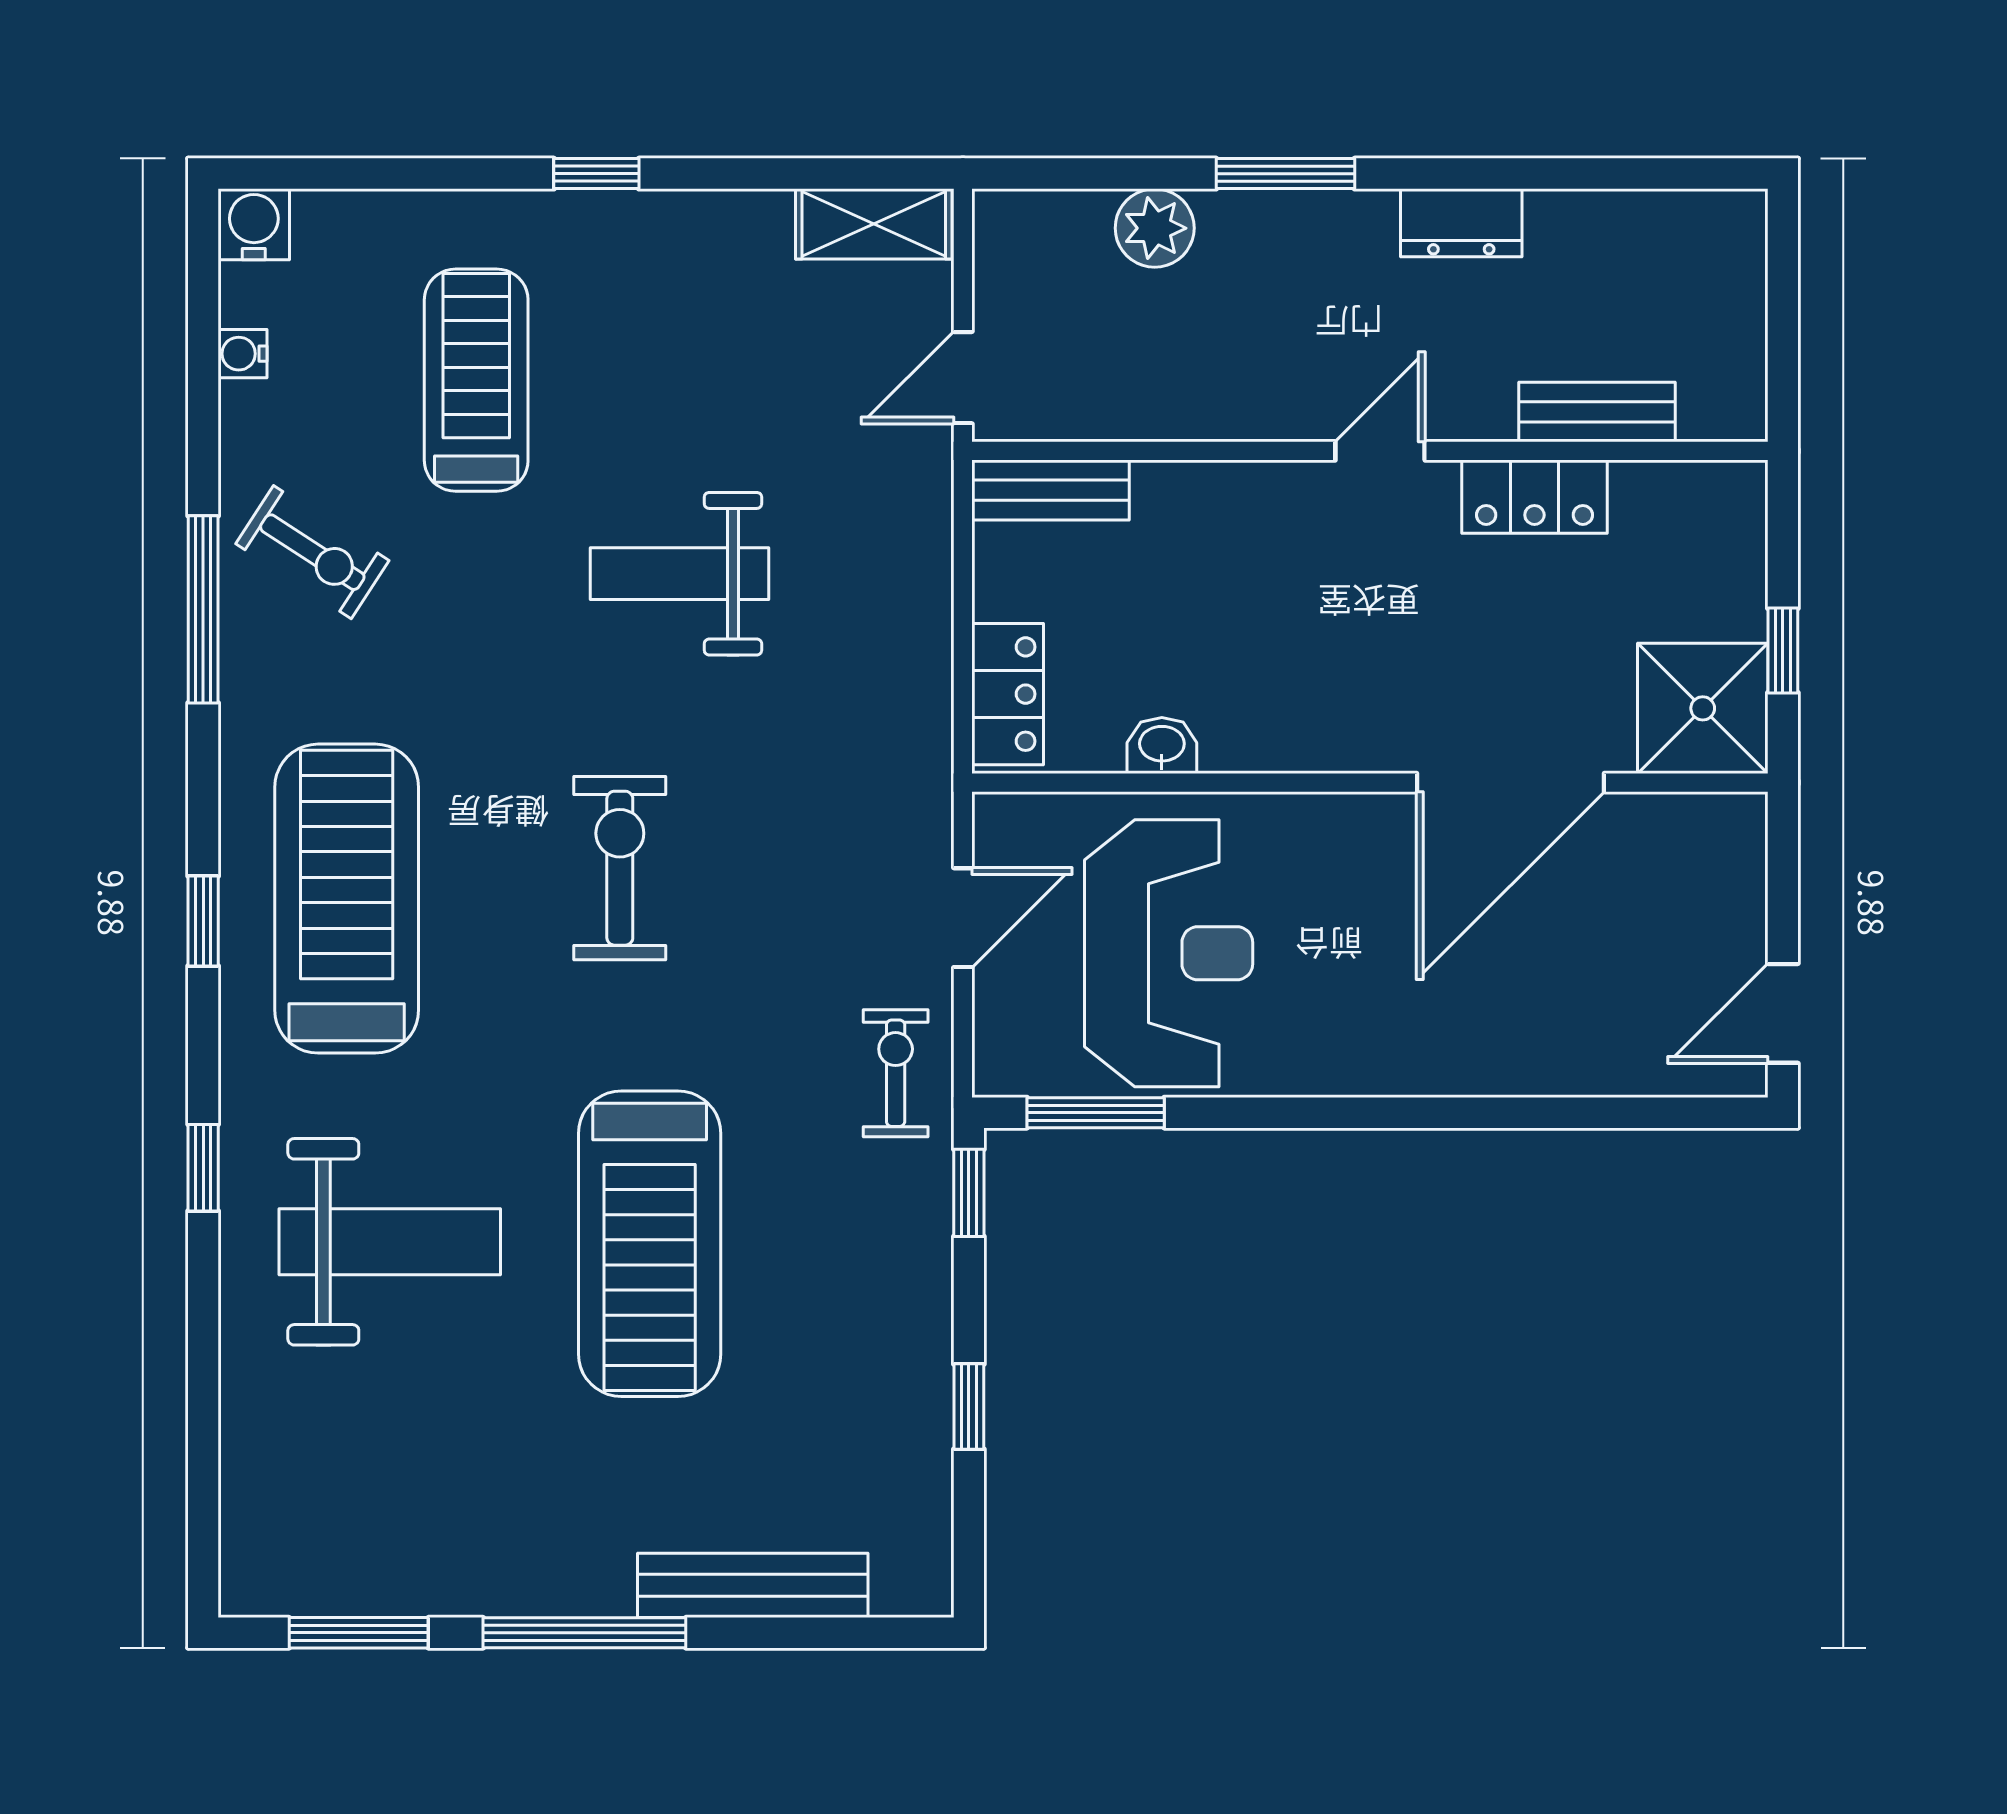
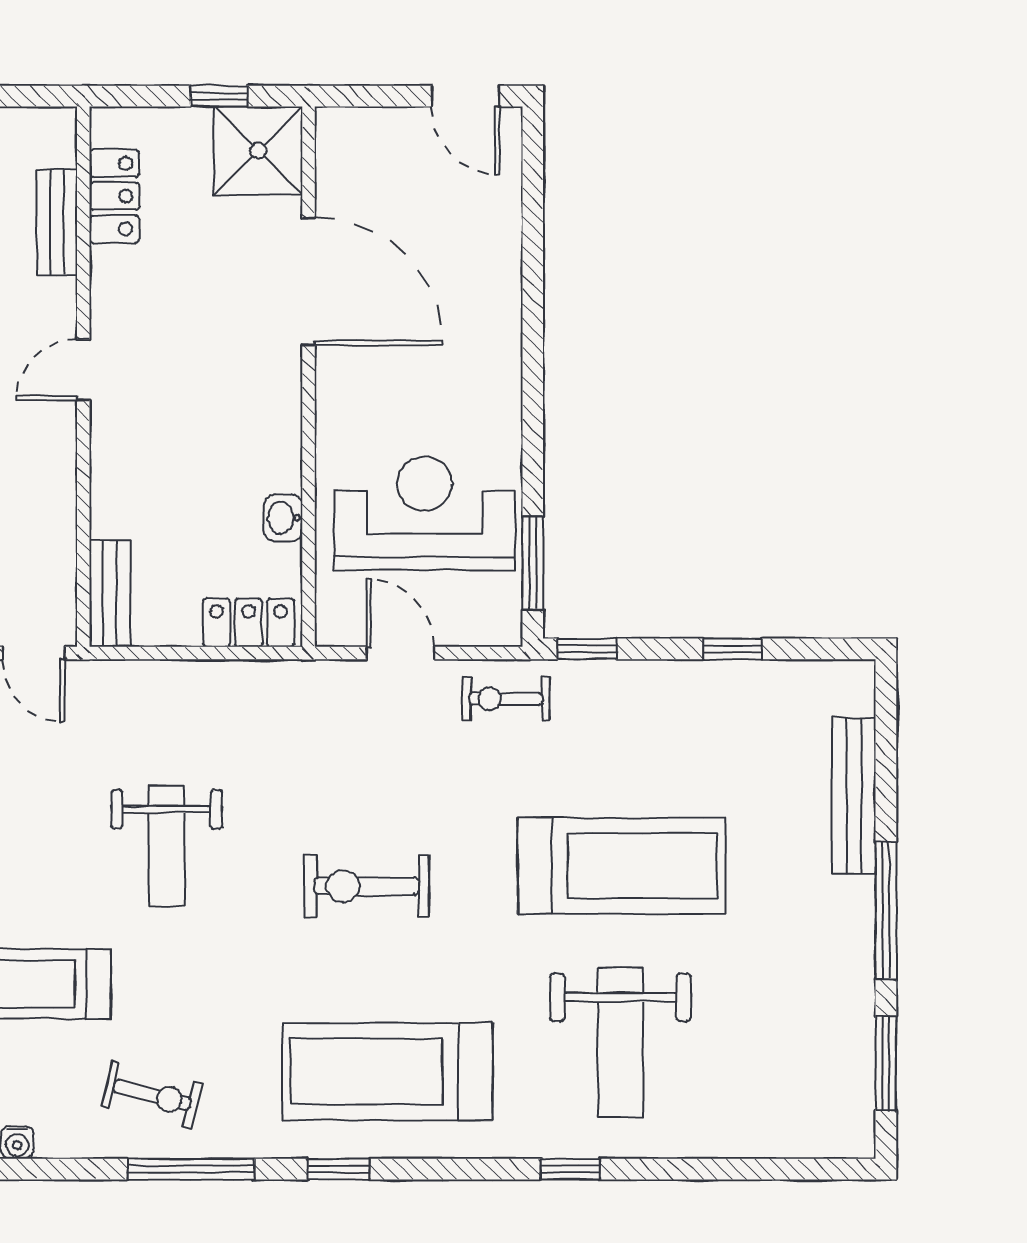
door: (1380, 451) -> (83, 370), hinge flipped
locker: (1534, 497) -> (114, 196), moved
exercise bike: (312, 552) -> (152, 1095), turned 71
window: (203, 921) -> (339, 1169), moved
weight bench: (390, 1242) -> (620, 1042), turned 180

